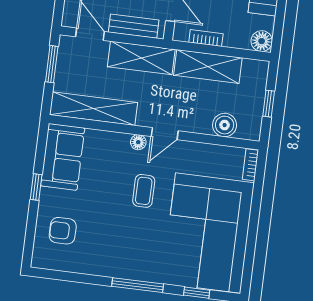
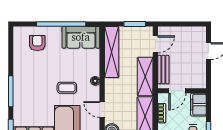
door: (165, 134) -> (102, 110), moved
window: (36, 187) -> (61, 24), width x3.17

